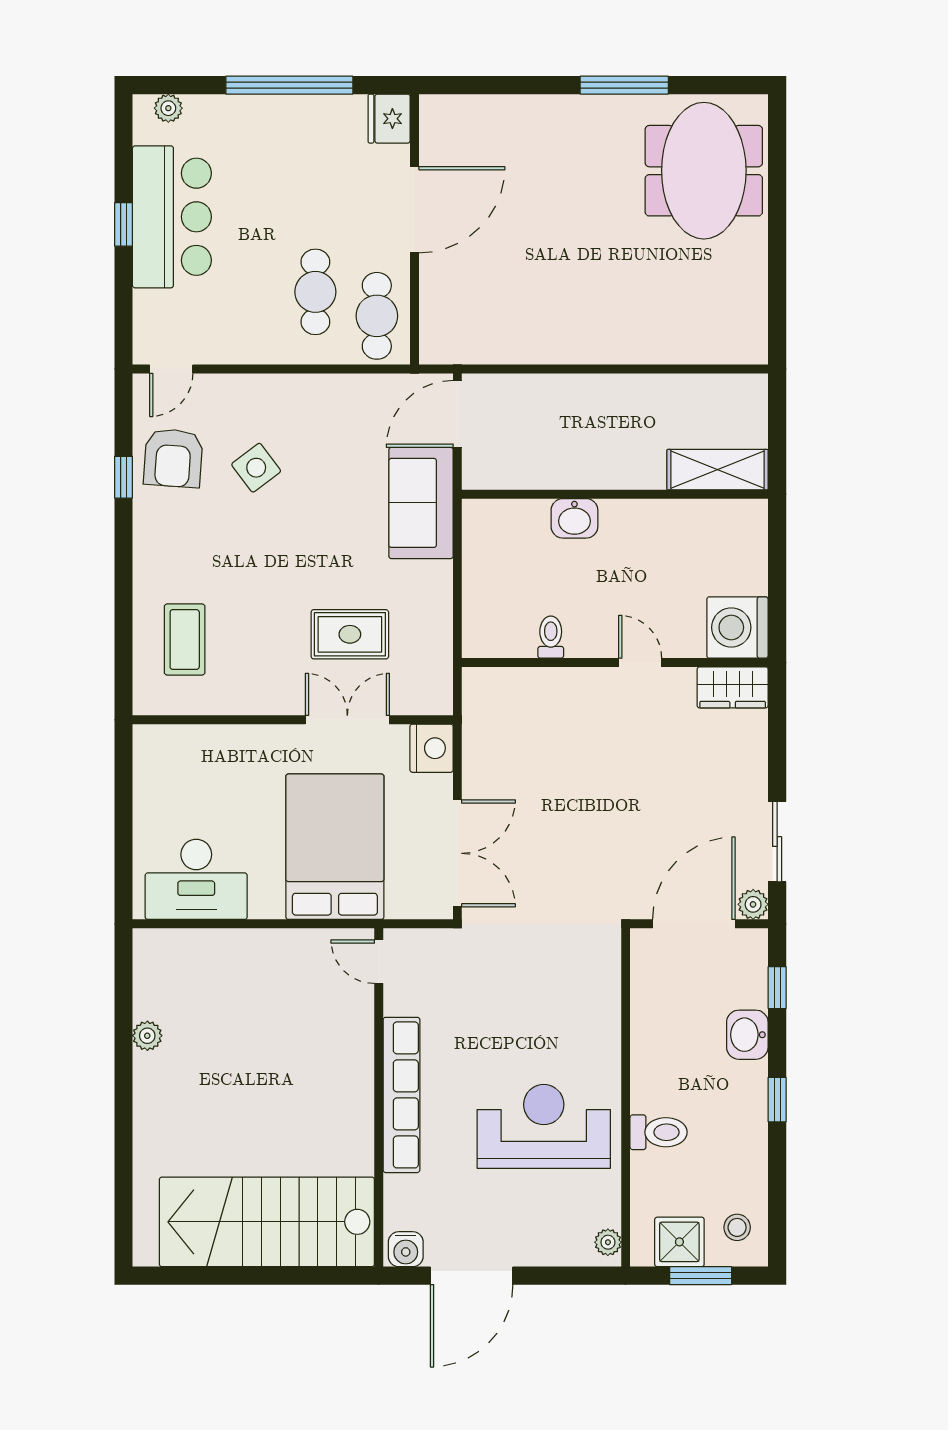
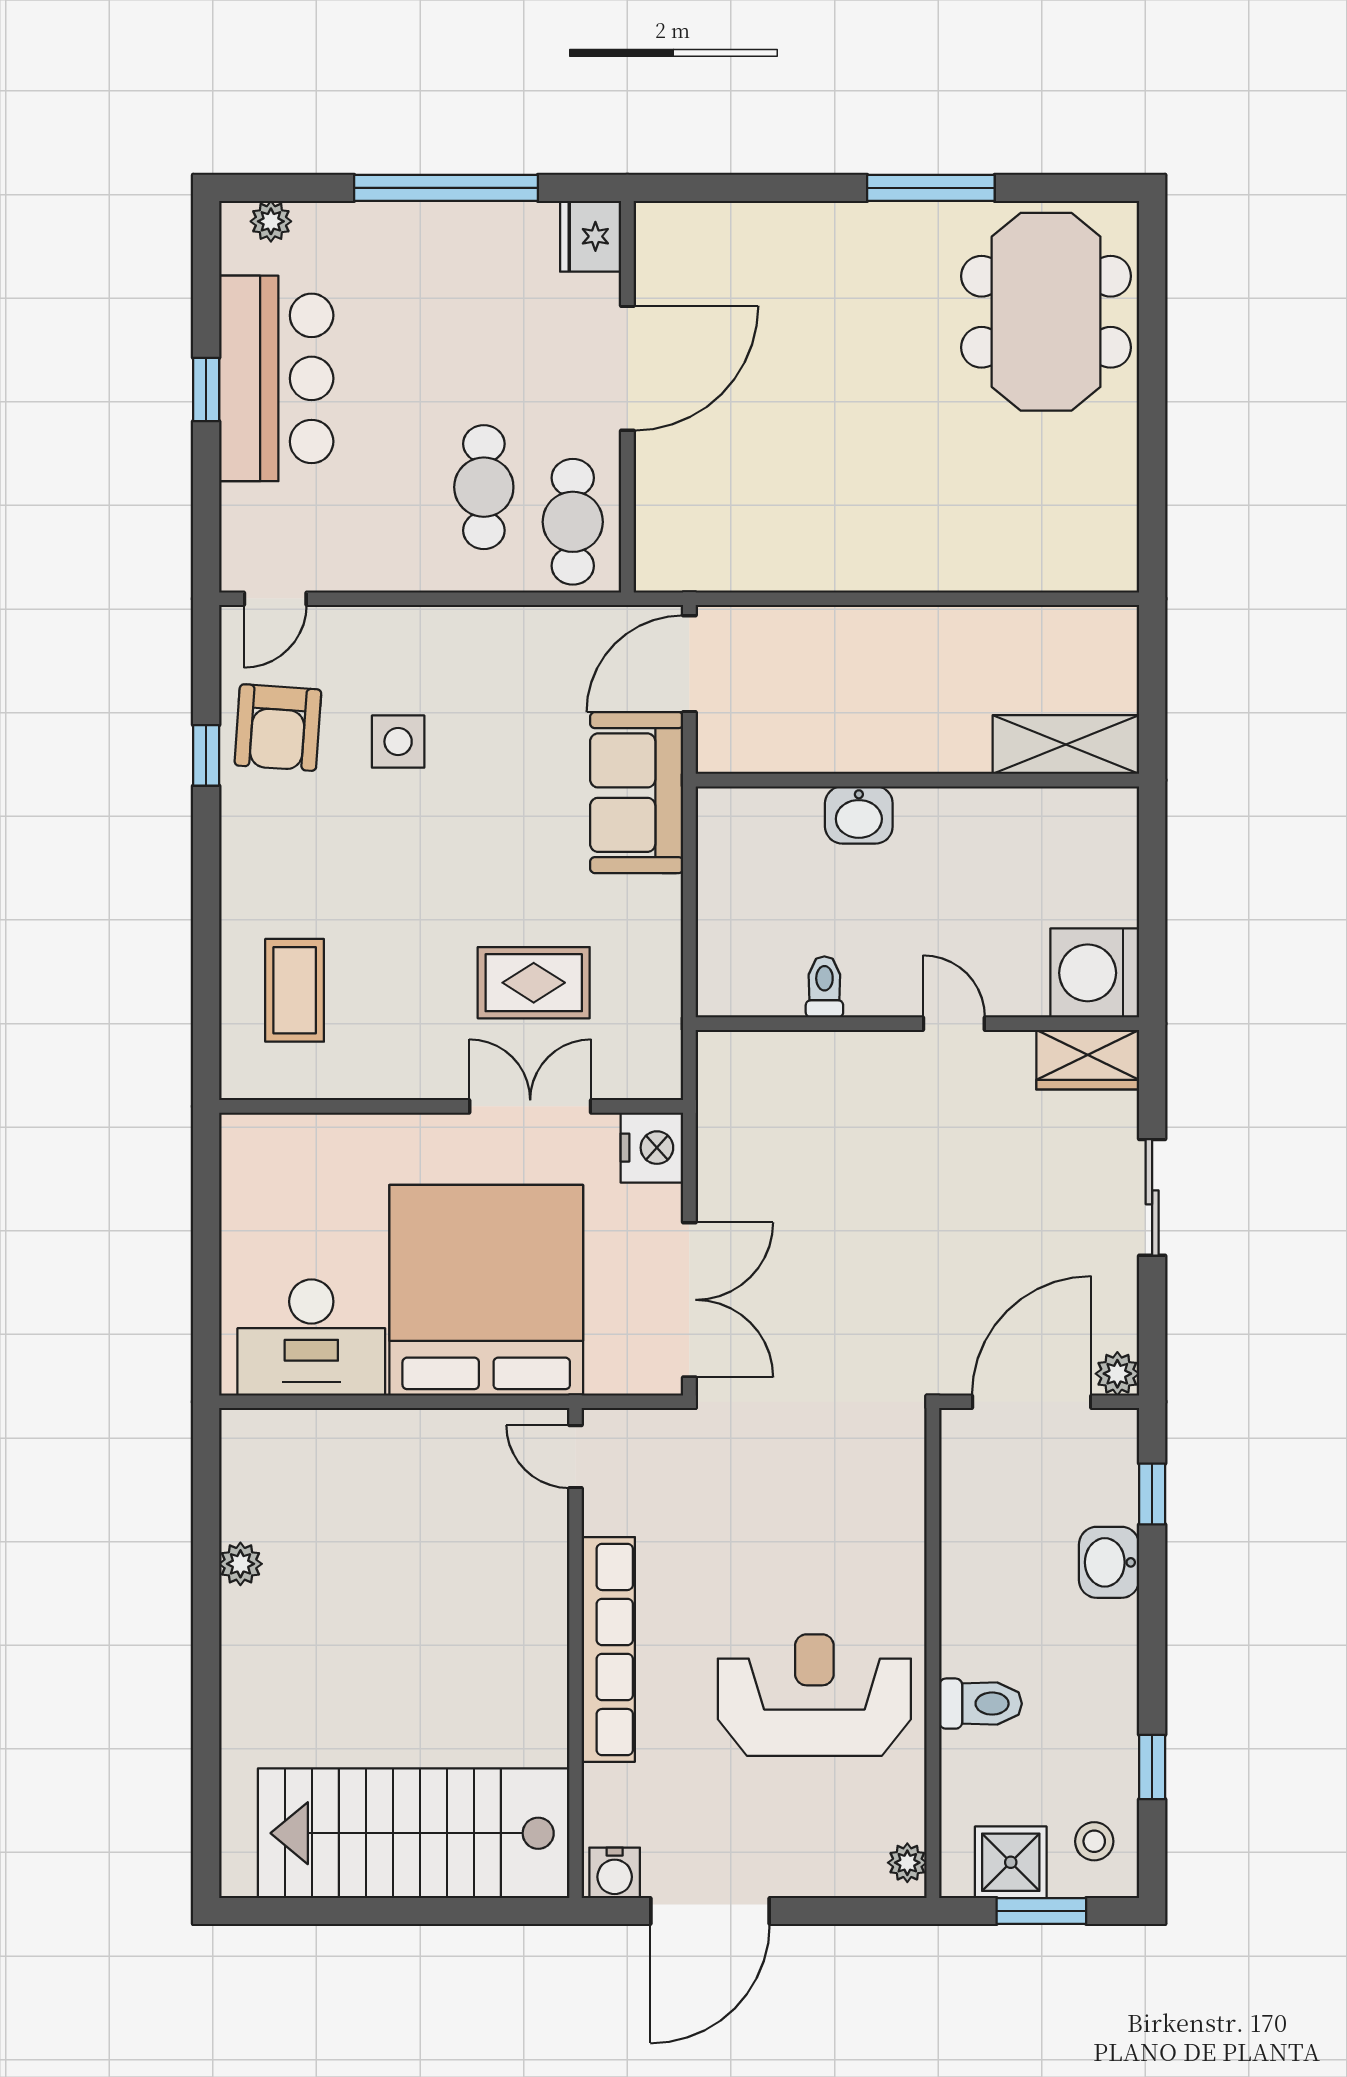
side table: (256, 468) -> (398, 742), turned 37
sliding door: (777, 842) -> (1152, 1197), moved
bed: (335, 847) -> (486, 1290), width x1.36
window: (777, 1100) -> (1152, 1767), moved

